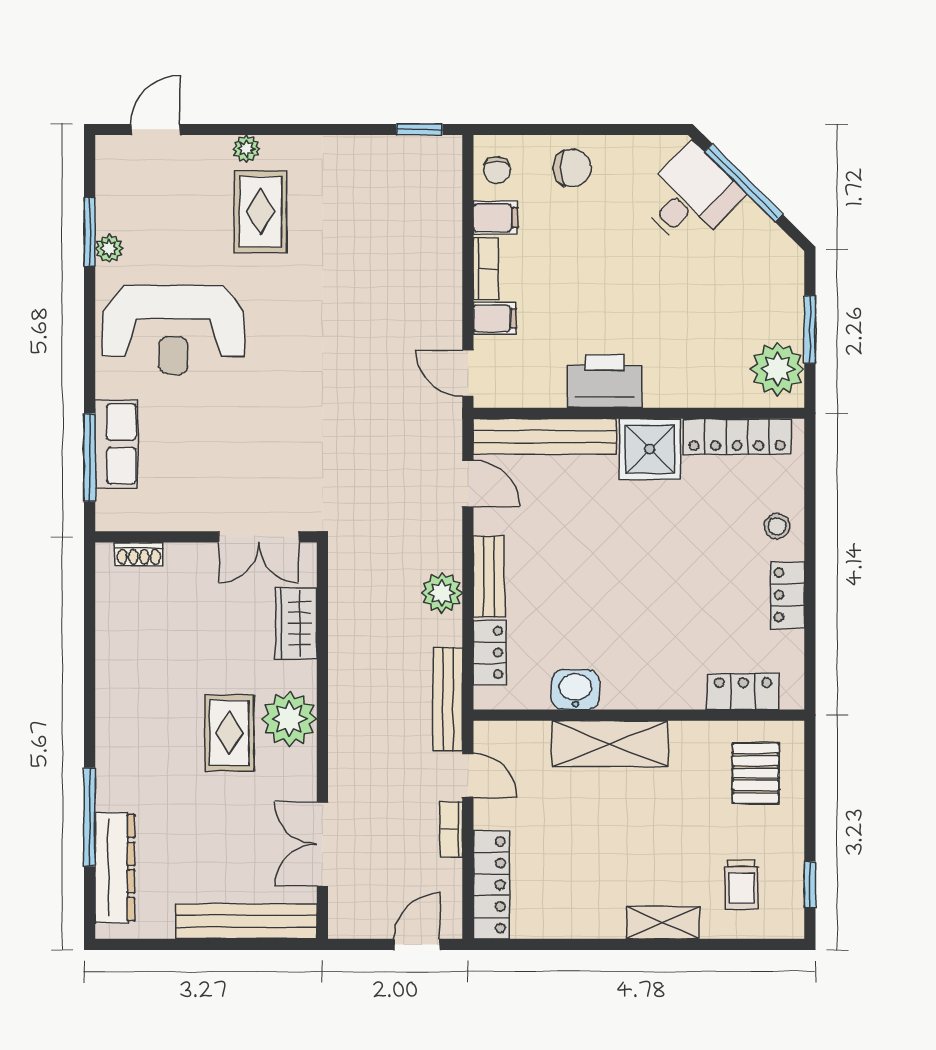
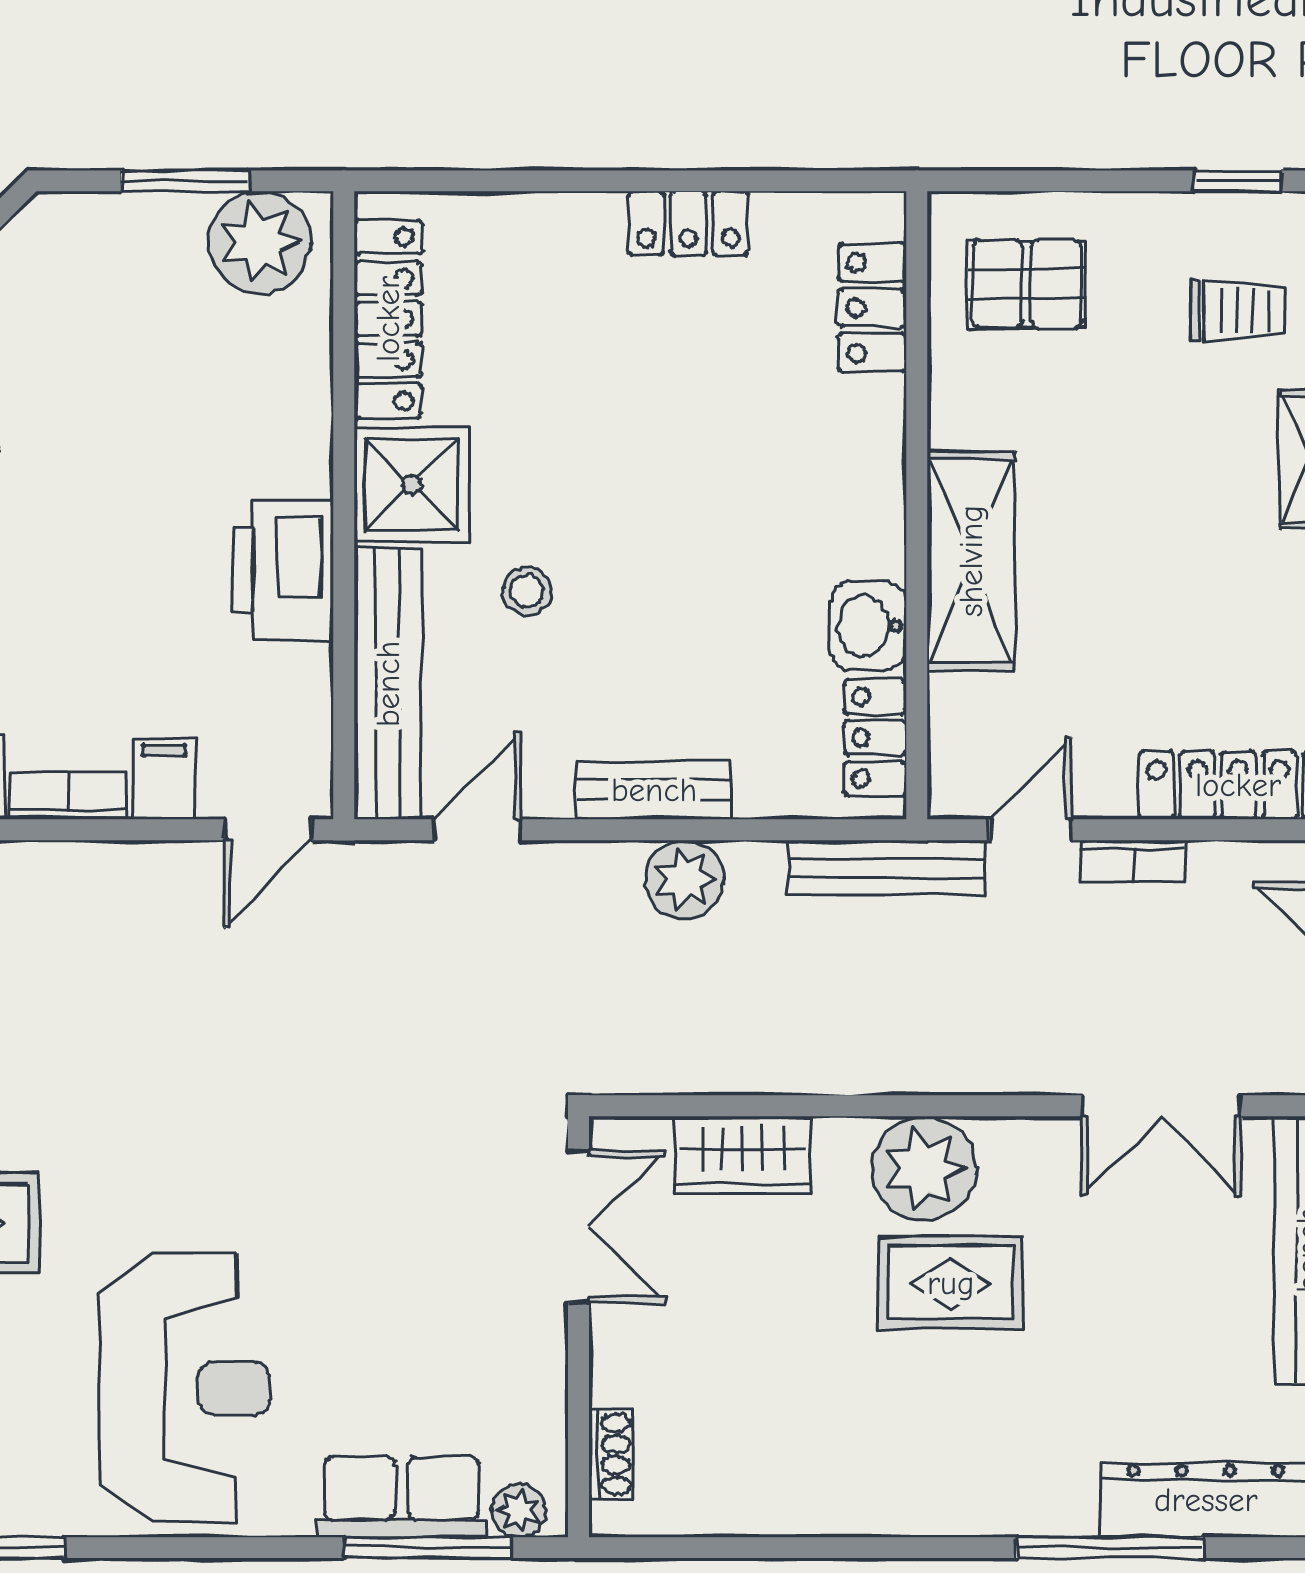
plant: (109, 248) -> (518, 1510), moved
stool: (777, 526) -> (527, 591), moved
locker: (490, 652) -> (875, 738), moved, turned -90

